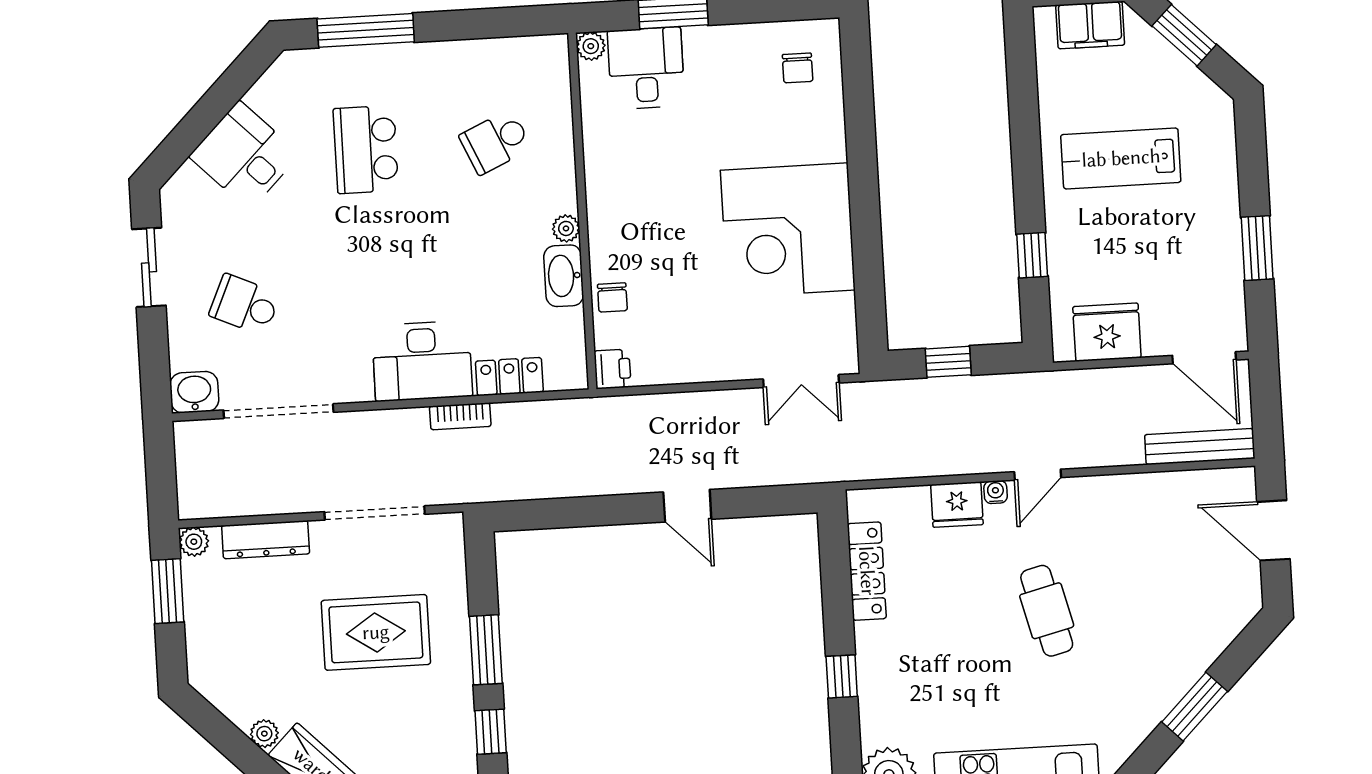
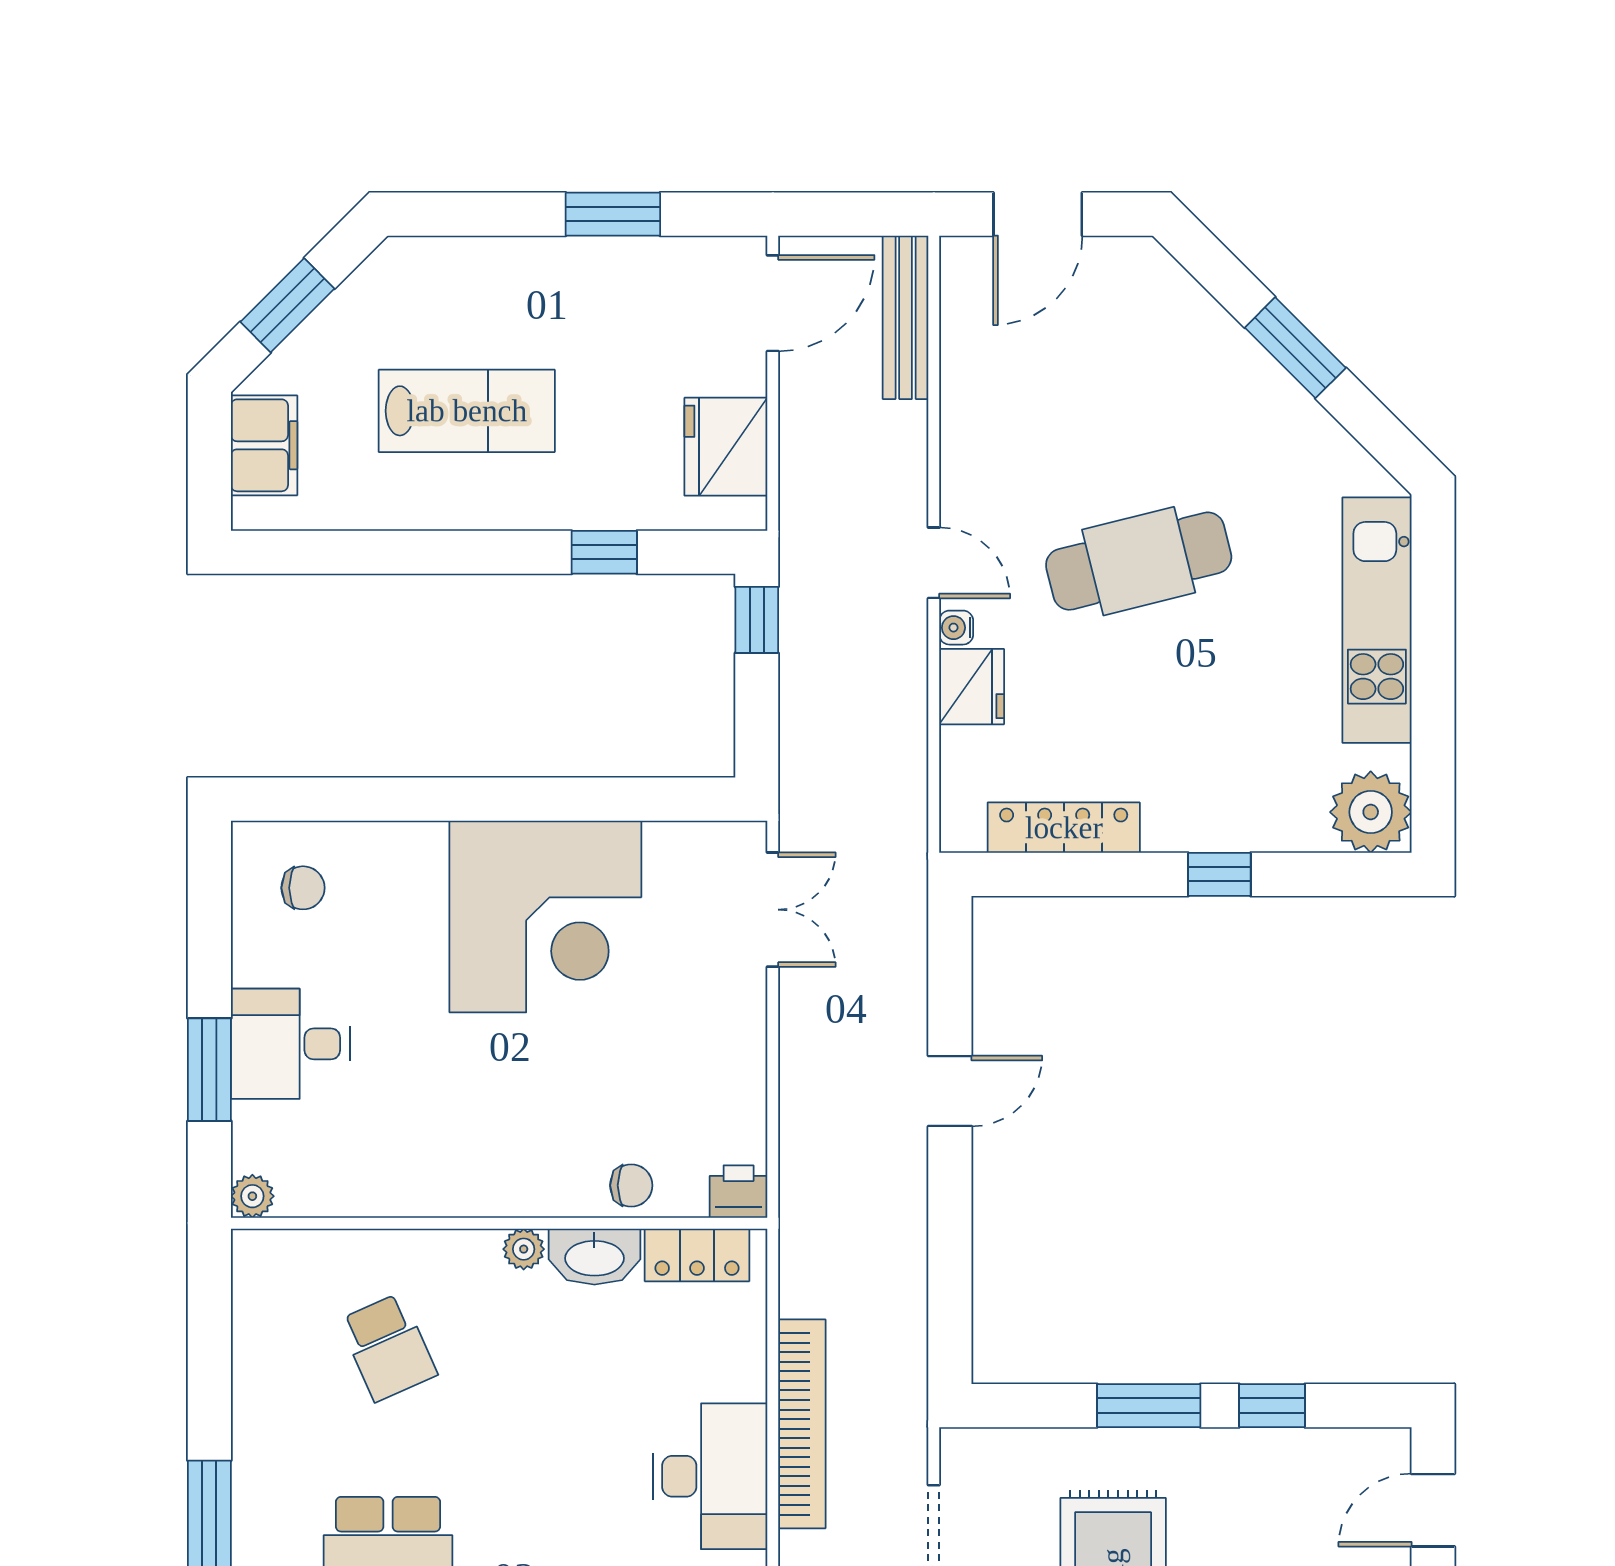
desk: (646, 68) -> (290, 1044), moved
lab bench: (1121, 158) -> (467, 411), turned -90
window: (948, 362) -> (757, 620), moved
locker: (509, 377) -> (697, 1255), moved, turned -90
bookcase: (460, 416) -> (802, 1424), width x2.31, depth x1.31
cafe table: (1047, 611) -> (1139, 561), width x1.37, depth x1.35

